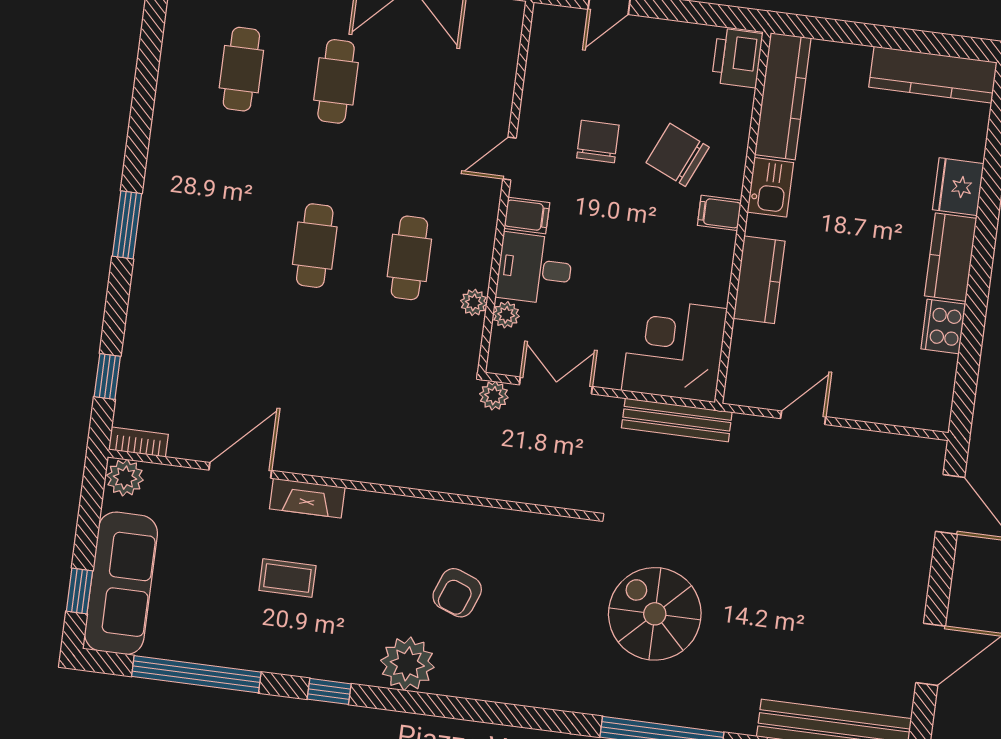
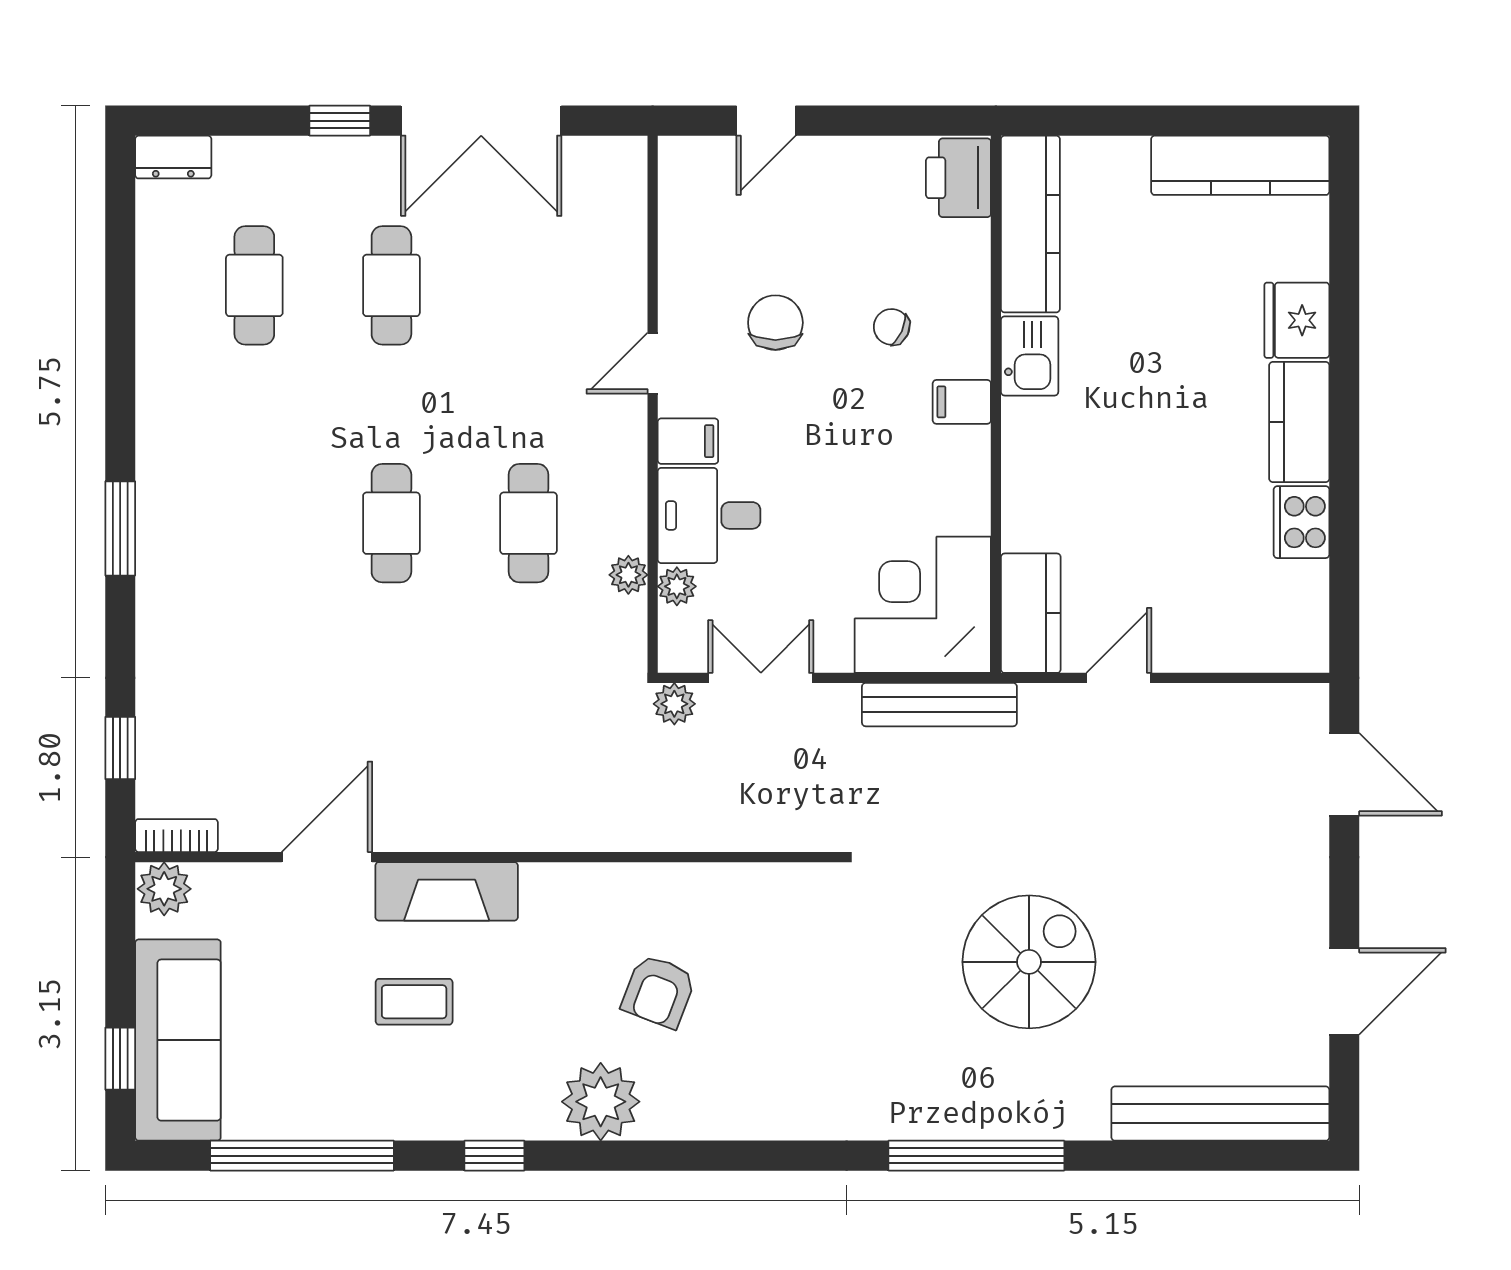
chair: (678, 155) -> (892, 327), width x0.54, depth x0.54
kitchen counter: (759, 280) -> (1031, 613), moved
fireplace: (307, 498) -> (447, 891), width x1.37, depth x1.32
spiral stairs: (655, 614) -> (1029, 962), moved, turned 90

